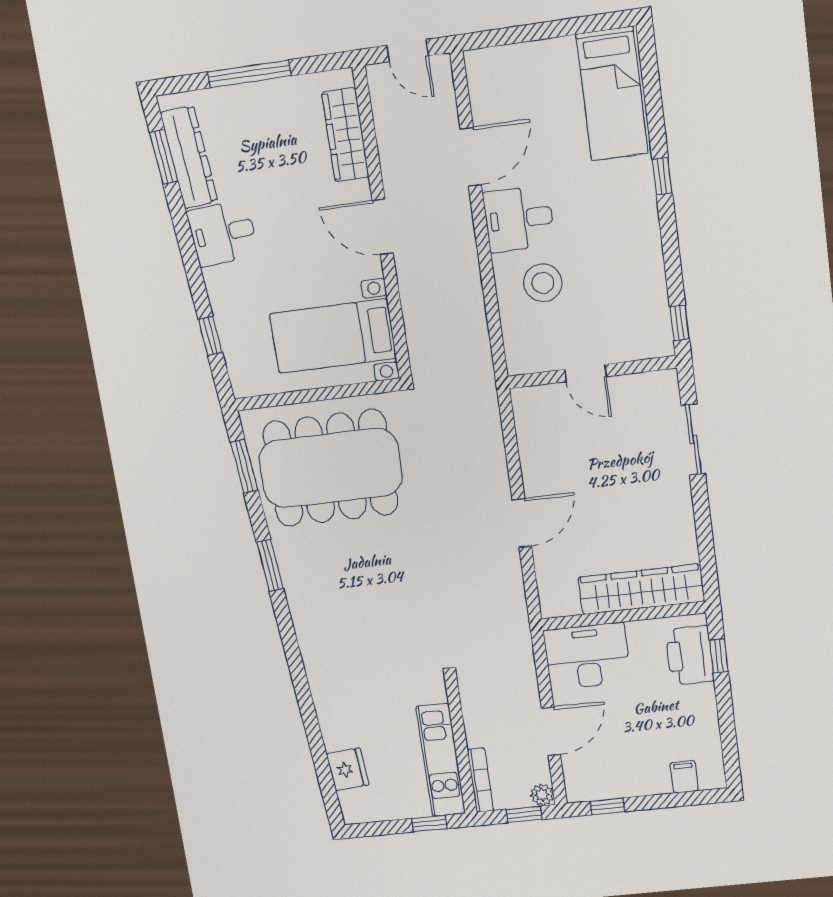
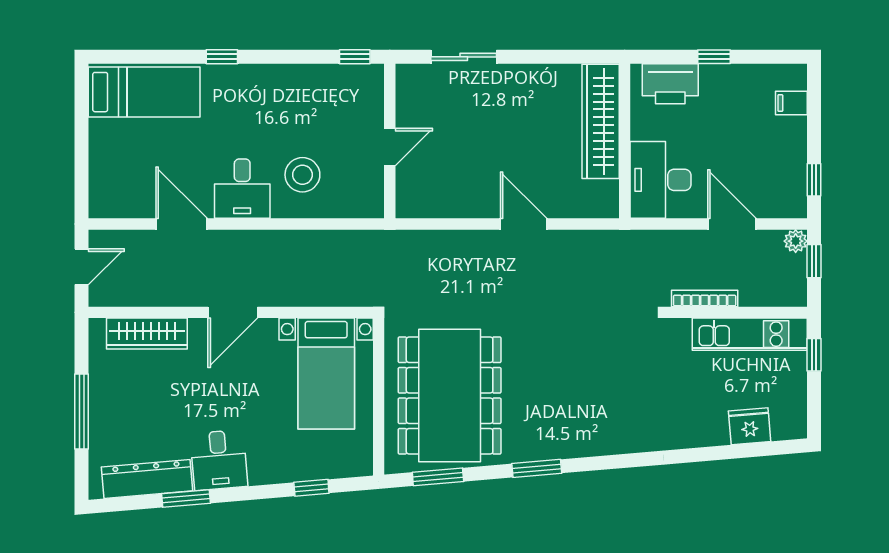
window: (164, 157) -> (186, 498), moved
window: (719, 656) -> (714, 57), moved
bookcase: (480, 780) -> (705, 298), moved

